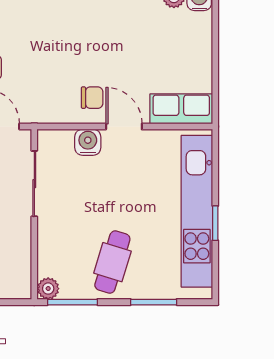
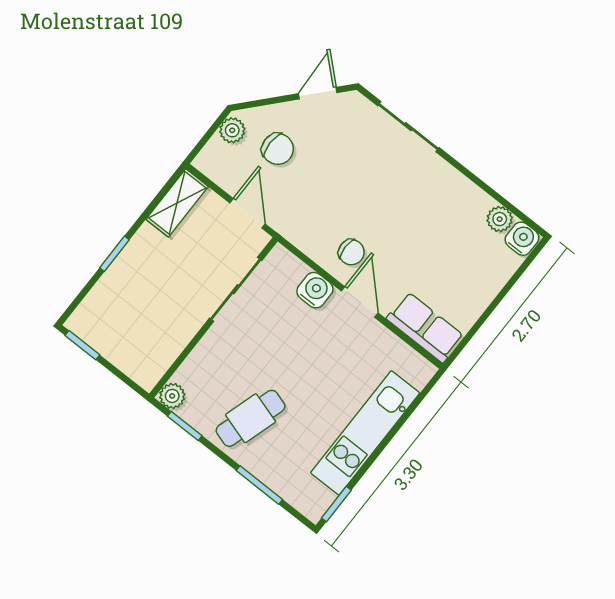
kitchen unit: (197, 211) -> (365, 433), width x0.73
window: (215, 223) -> (336, 504), moved
window: (72, 302) -> (185, 426), width x0.67

